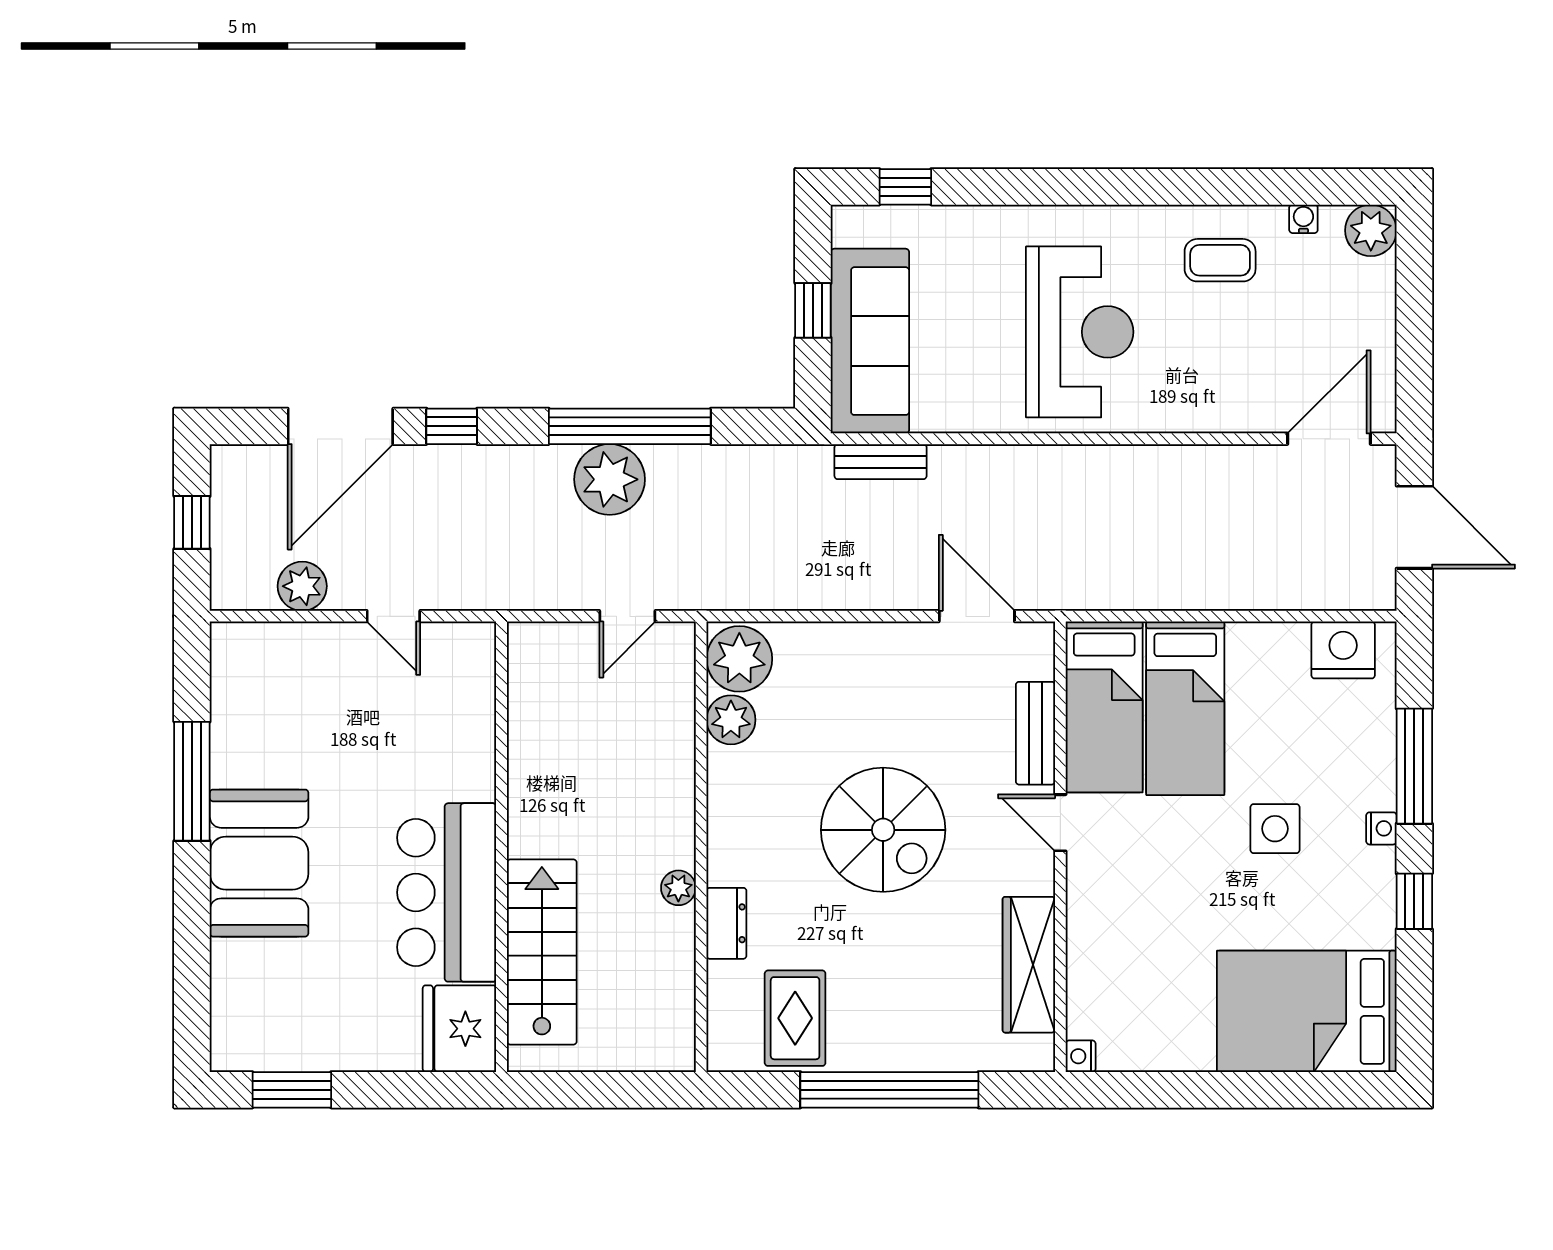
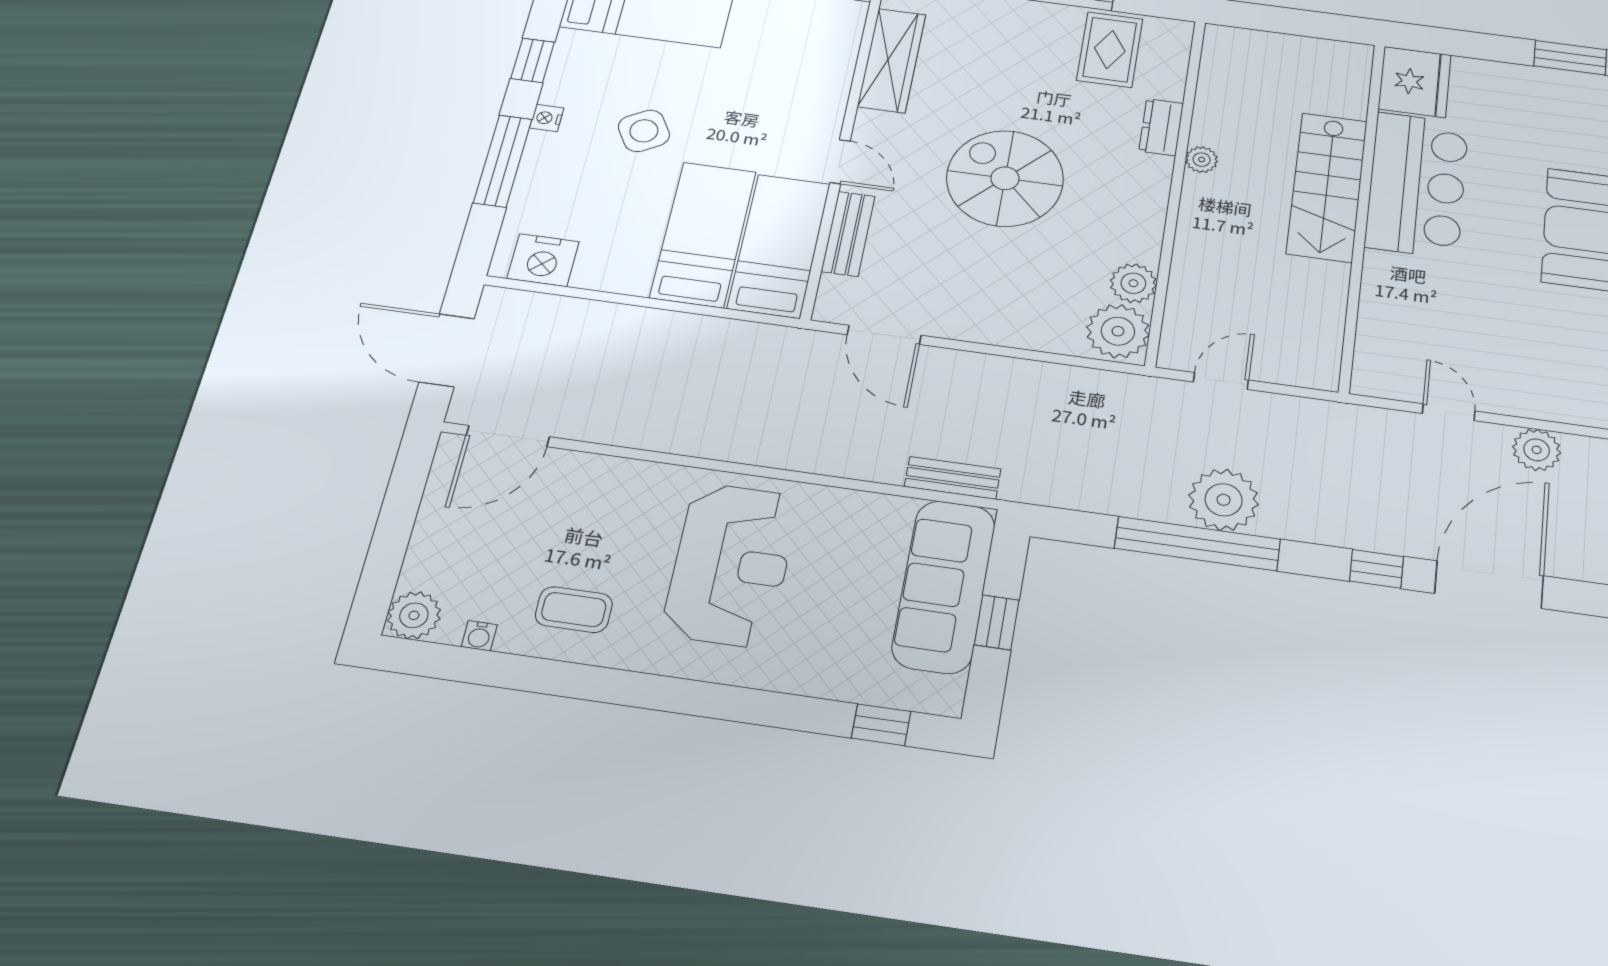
reception desk: (1080, 332) -> (731, 565), turned 180
side table: (1275, 829) -> (644, 131), turned -30
stairs: (542, 952) -> (1327, 187), moved

